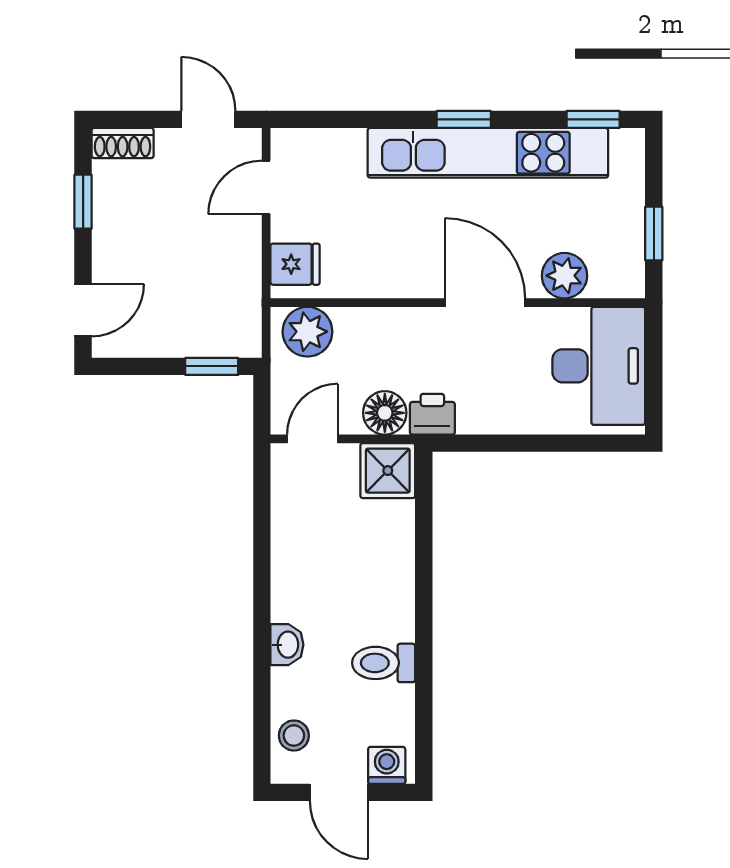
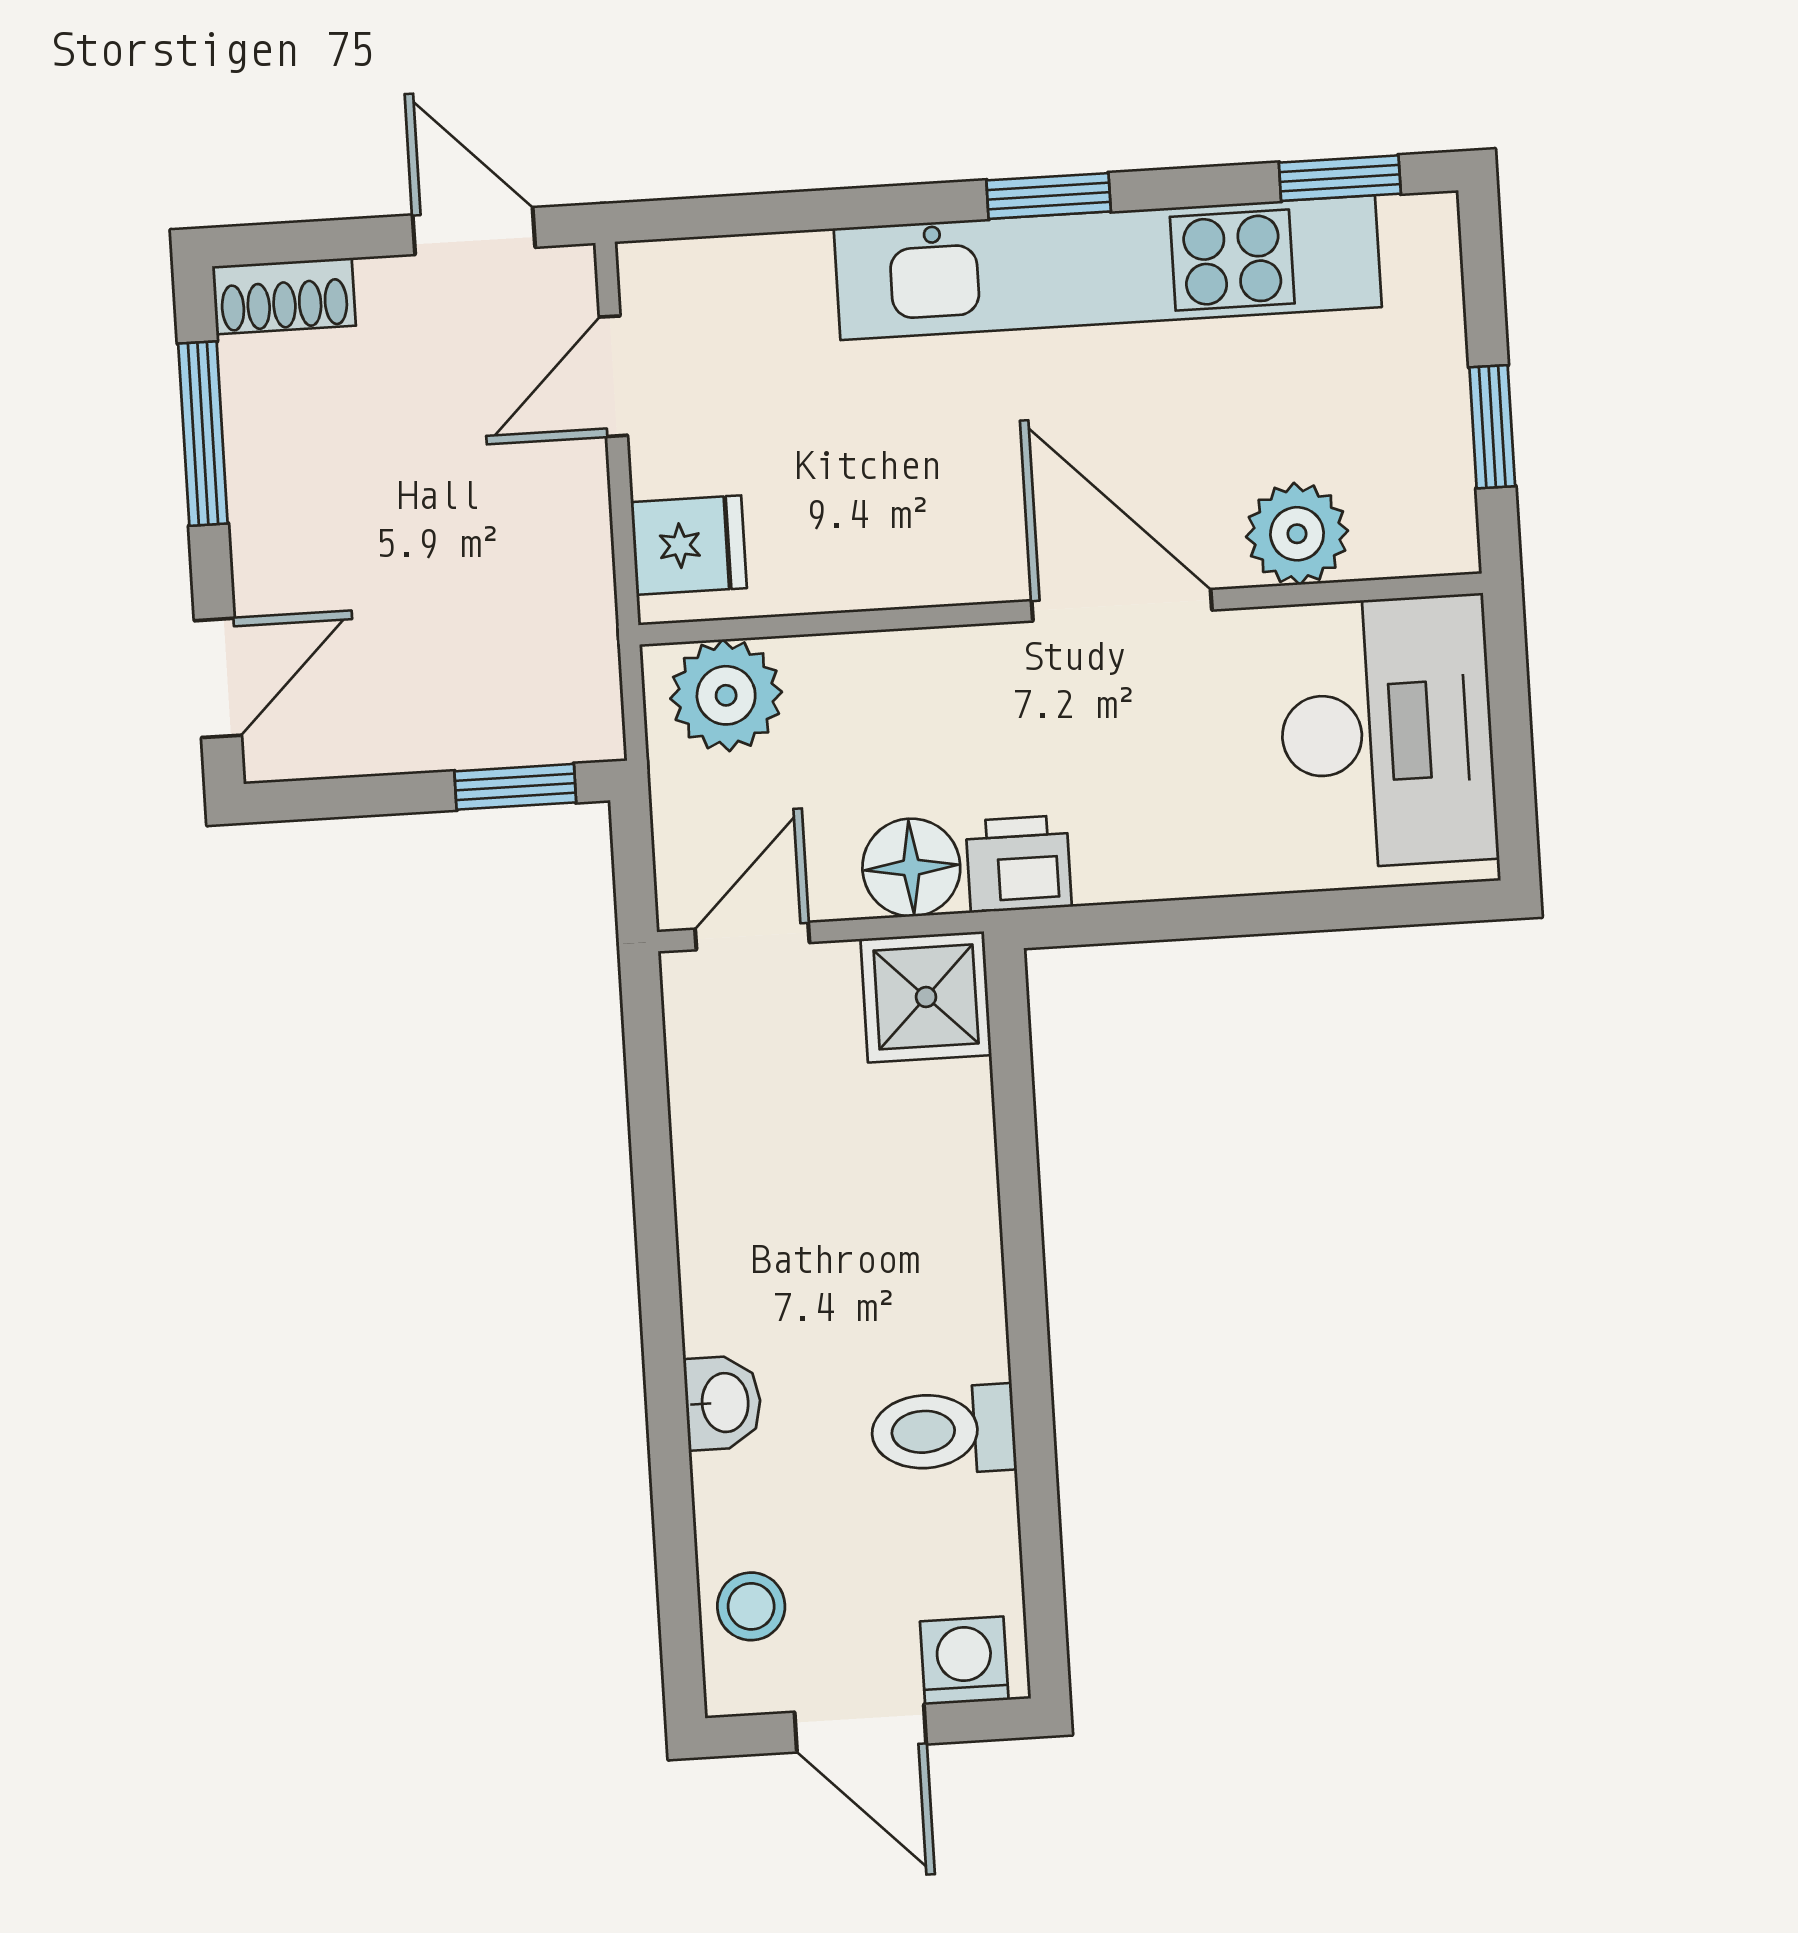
window: (83, 202) -> (203, 434), width x1.50

